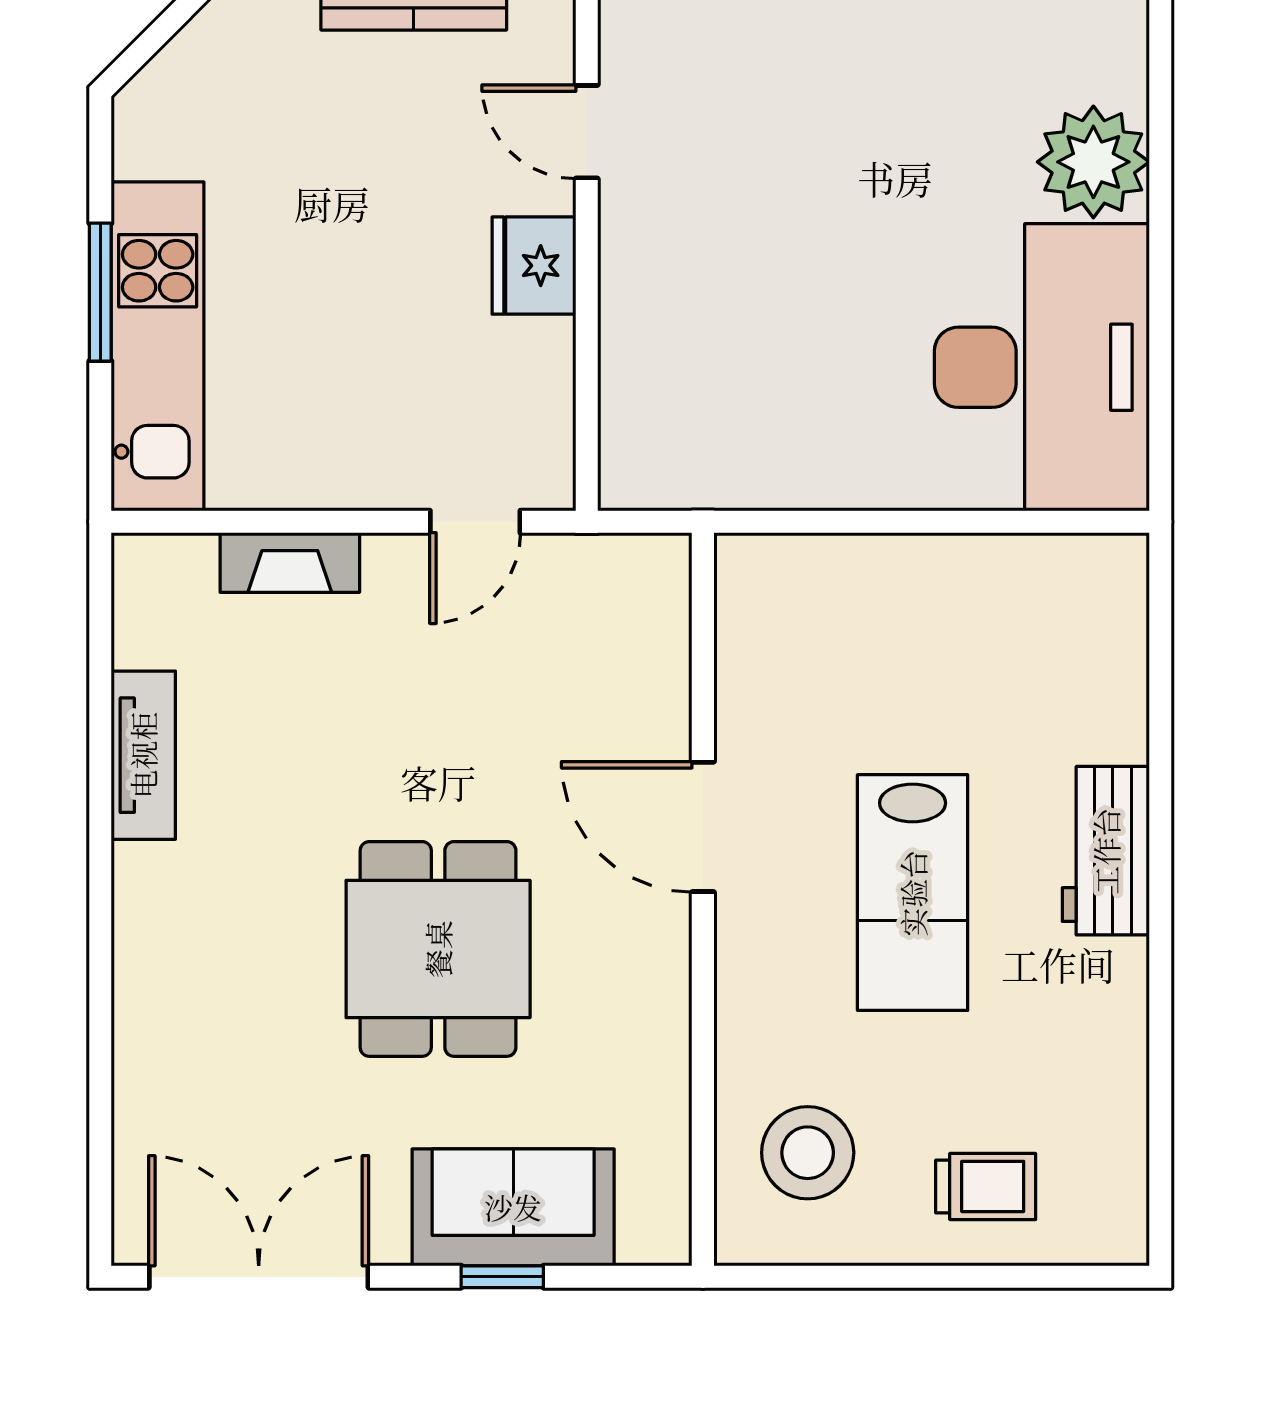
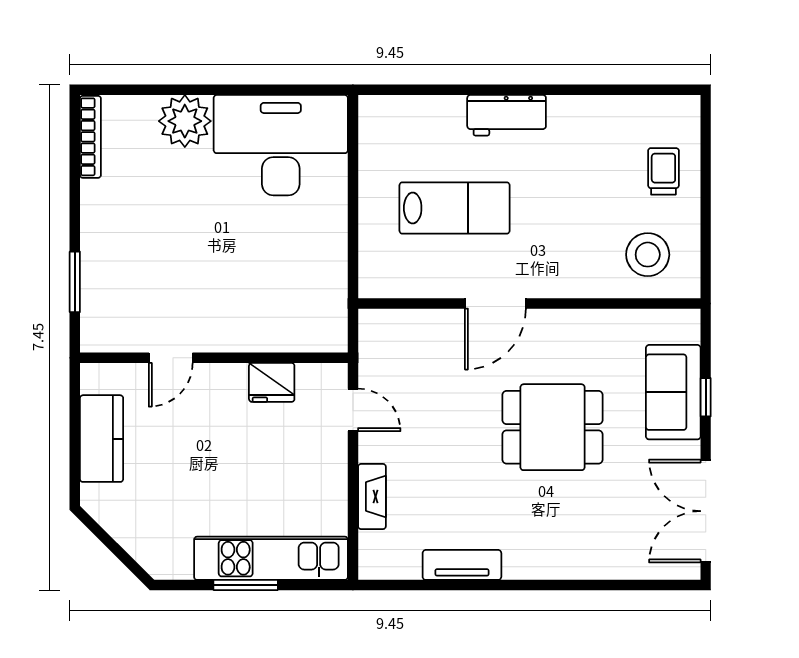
fridge: (534, 266) -> (272, 382), moved
lab bench: (913, 893) -> (455, 208), moved

